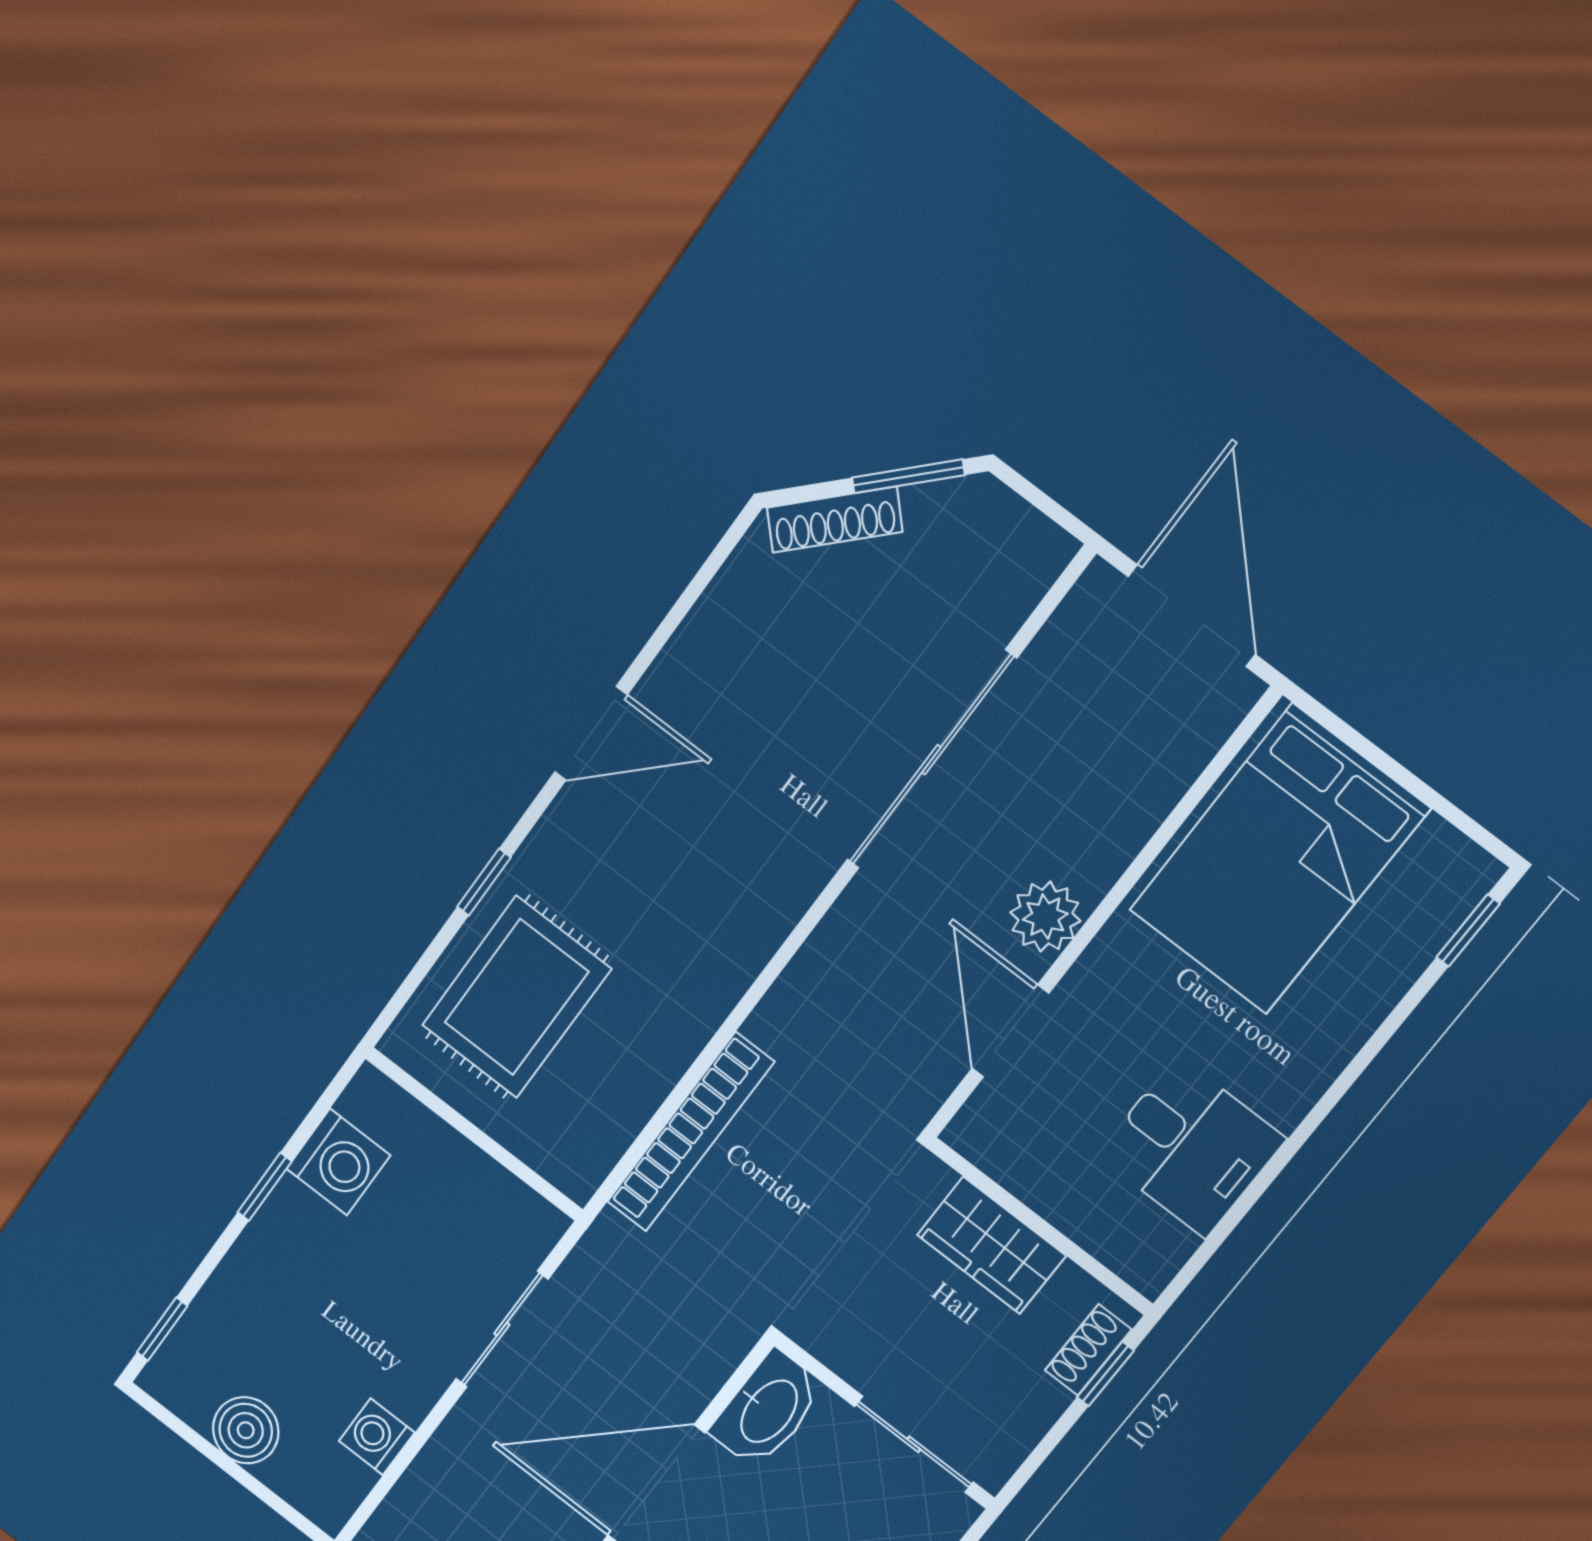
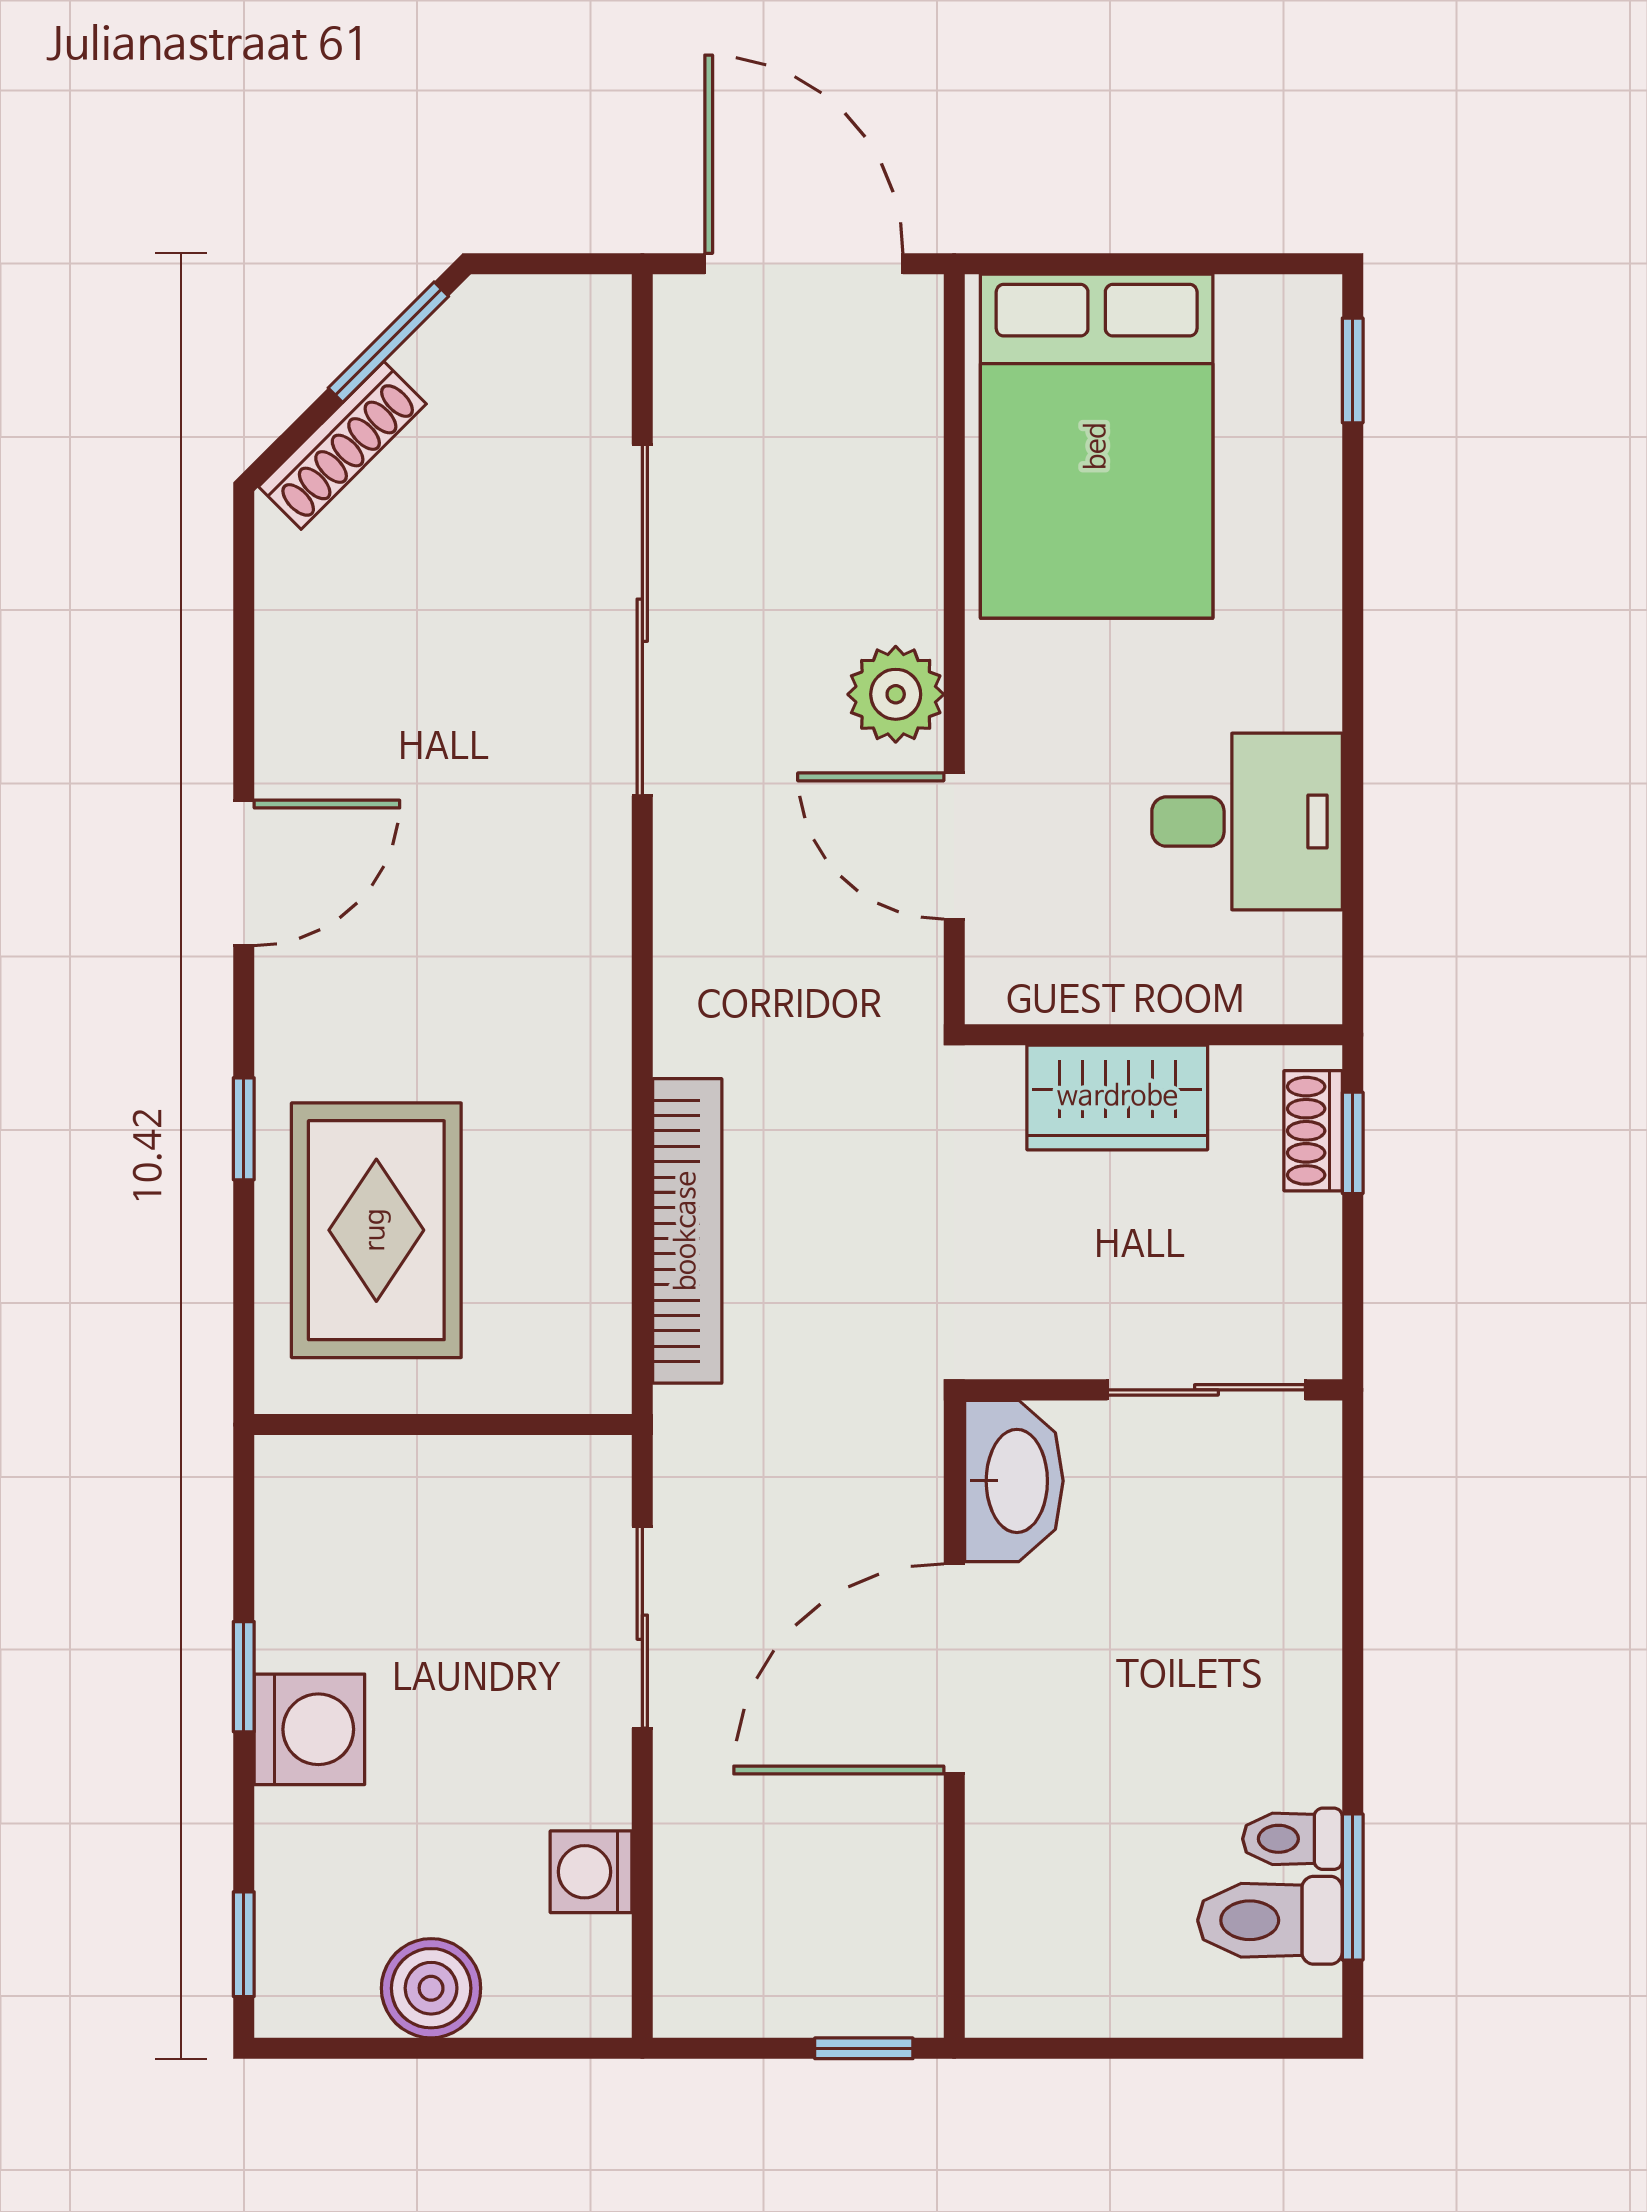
washing machine: (338, 1162) -> (309, 1729), moved

